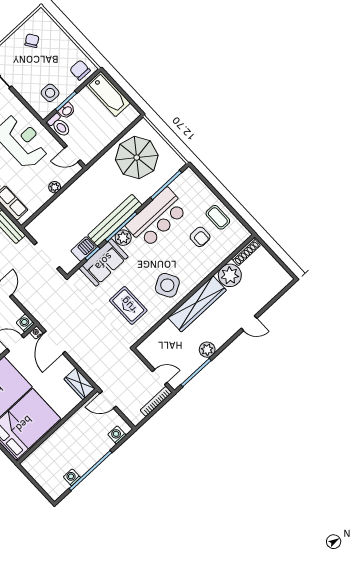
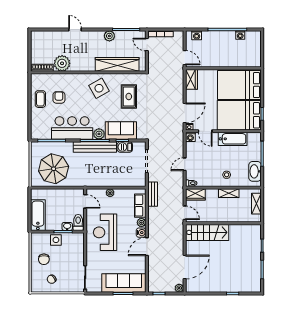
chair: (80, 70) -> (44, 259), moved
side table: (50, 93) -> (56, 240), moved
wardrobe: (197, 304) -> (117, 64), moved

